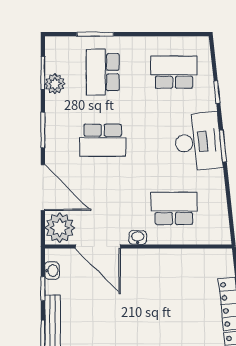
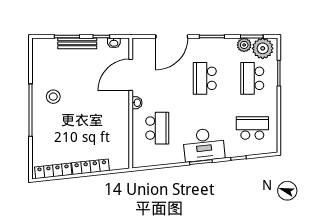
school desk: (103, 72) -> (252, 78), turned -90
school desk: (174, 72) -> (252, 128), turned -90
plant: (60, 228) -> (263, 48), moved

